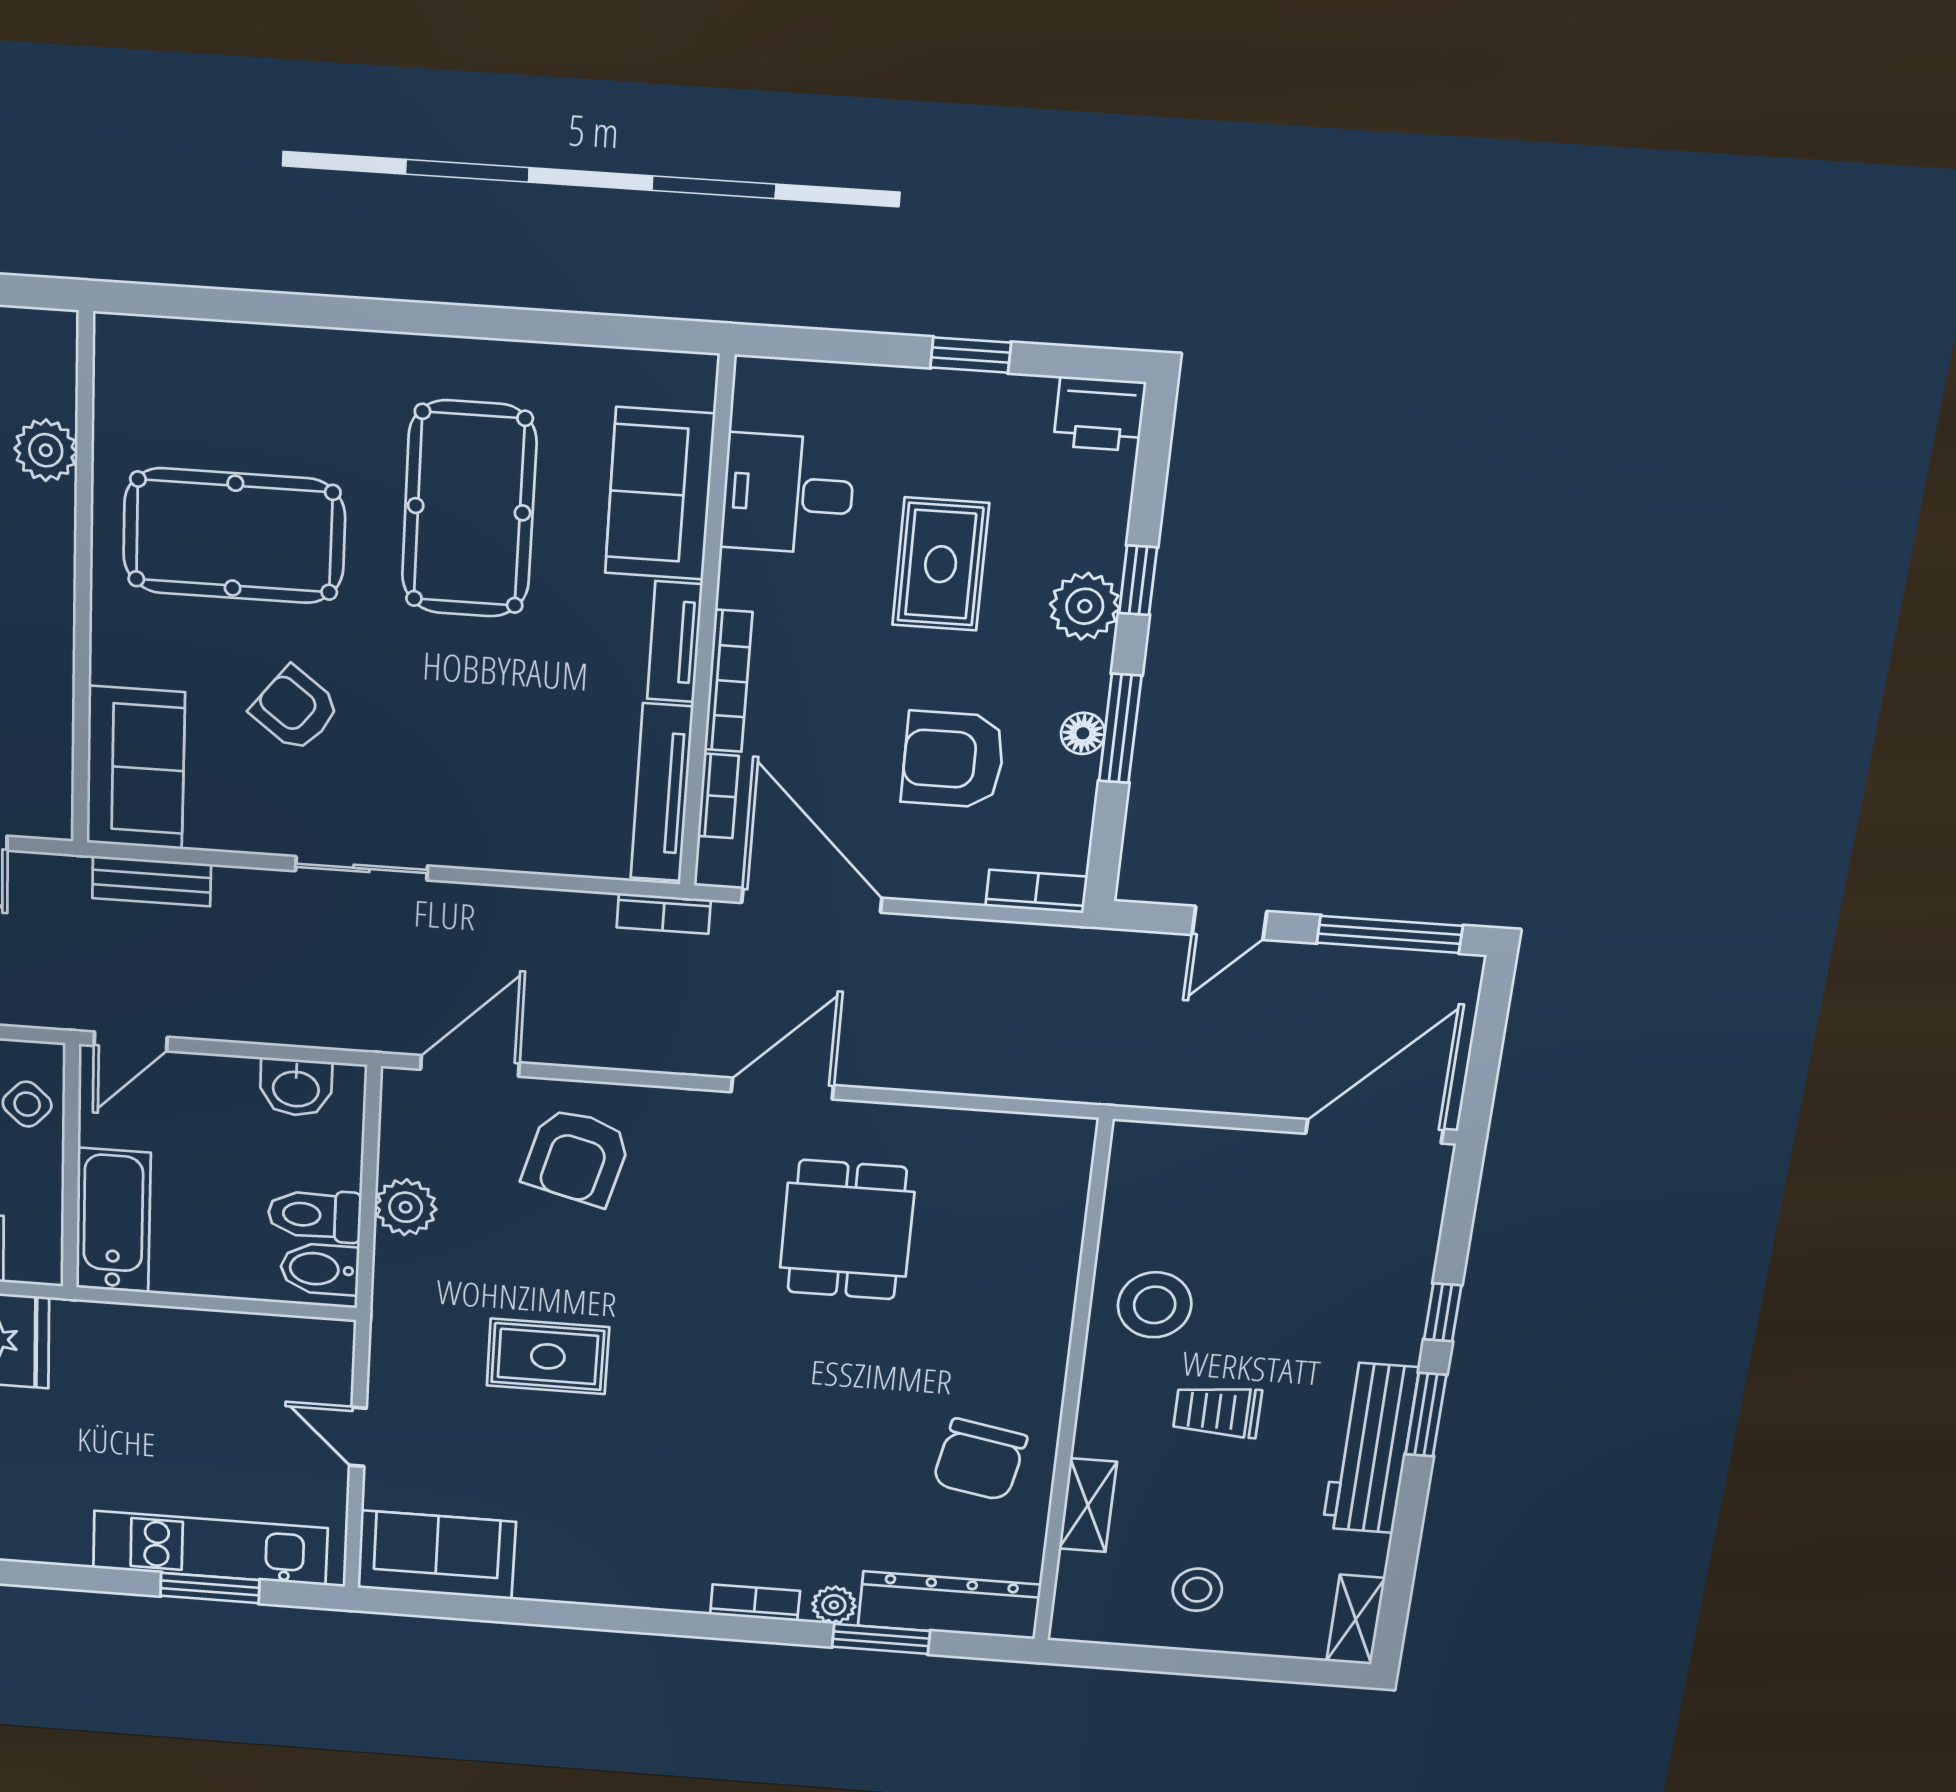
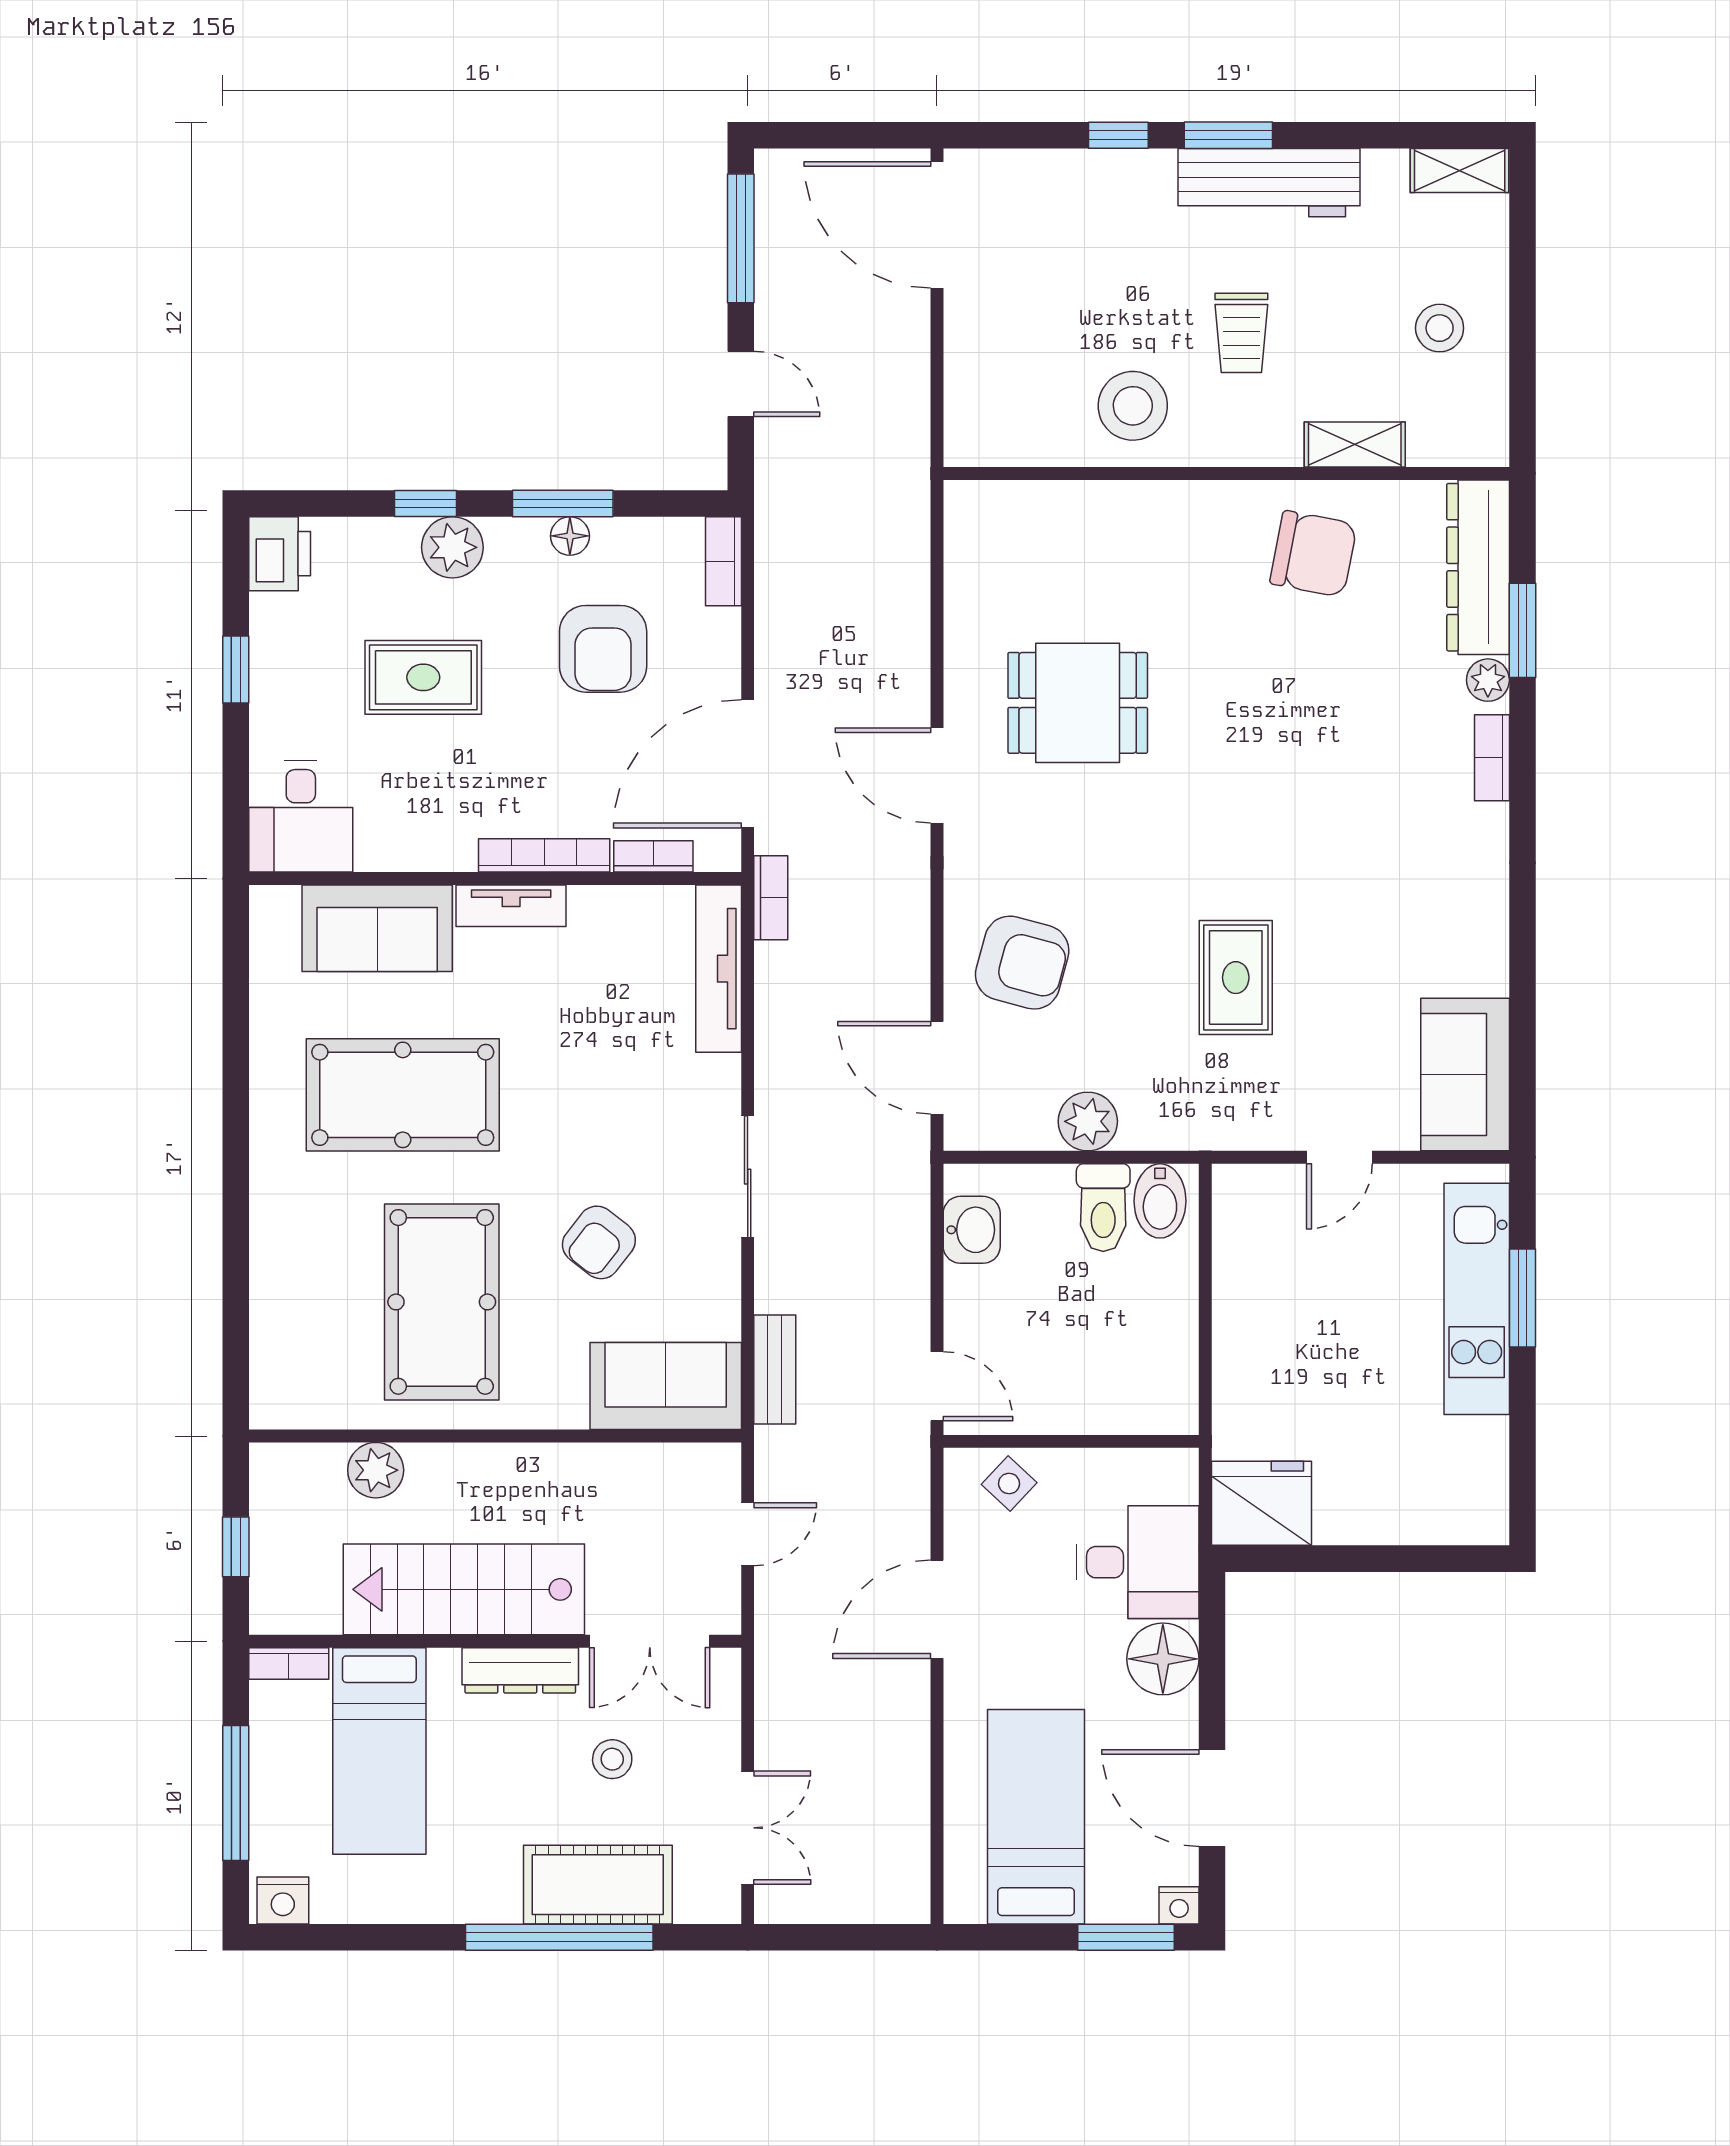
desk: (788, 494) -> (301, 816), moved
tv unit: (662, 793) -> (719, 969), moved, turned 90
bathtub: (113, 1220) -> (1124, 1400), removed

